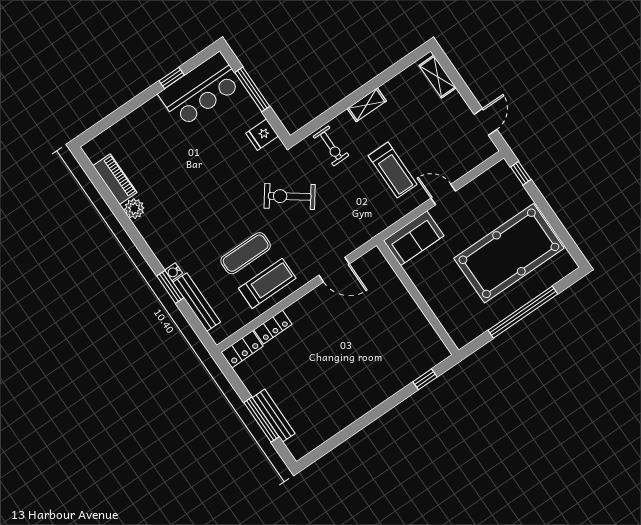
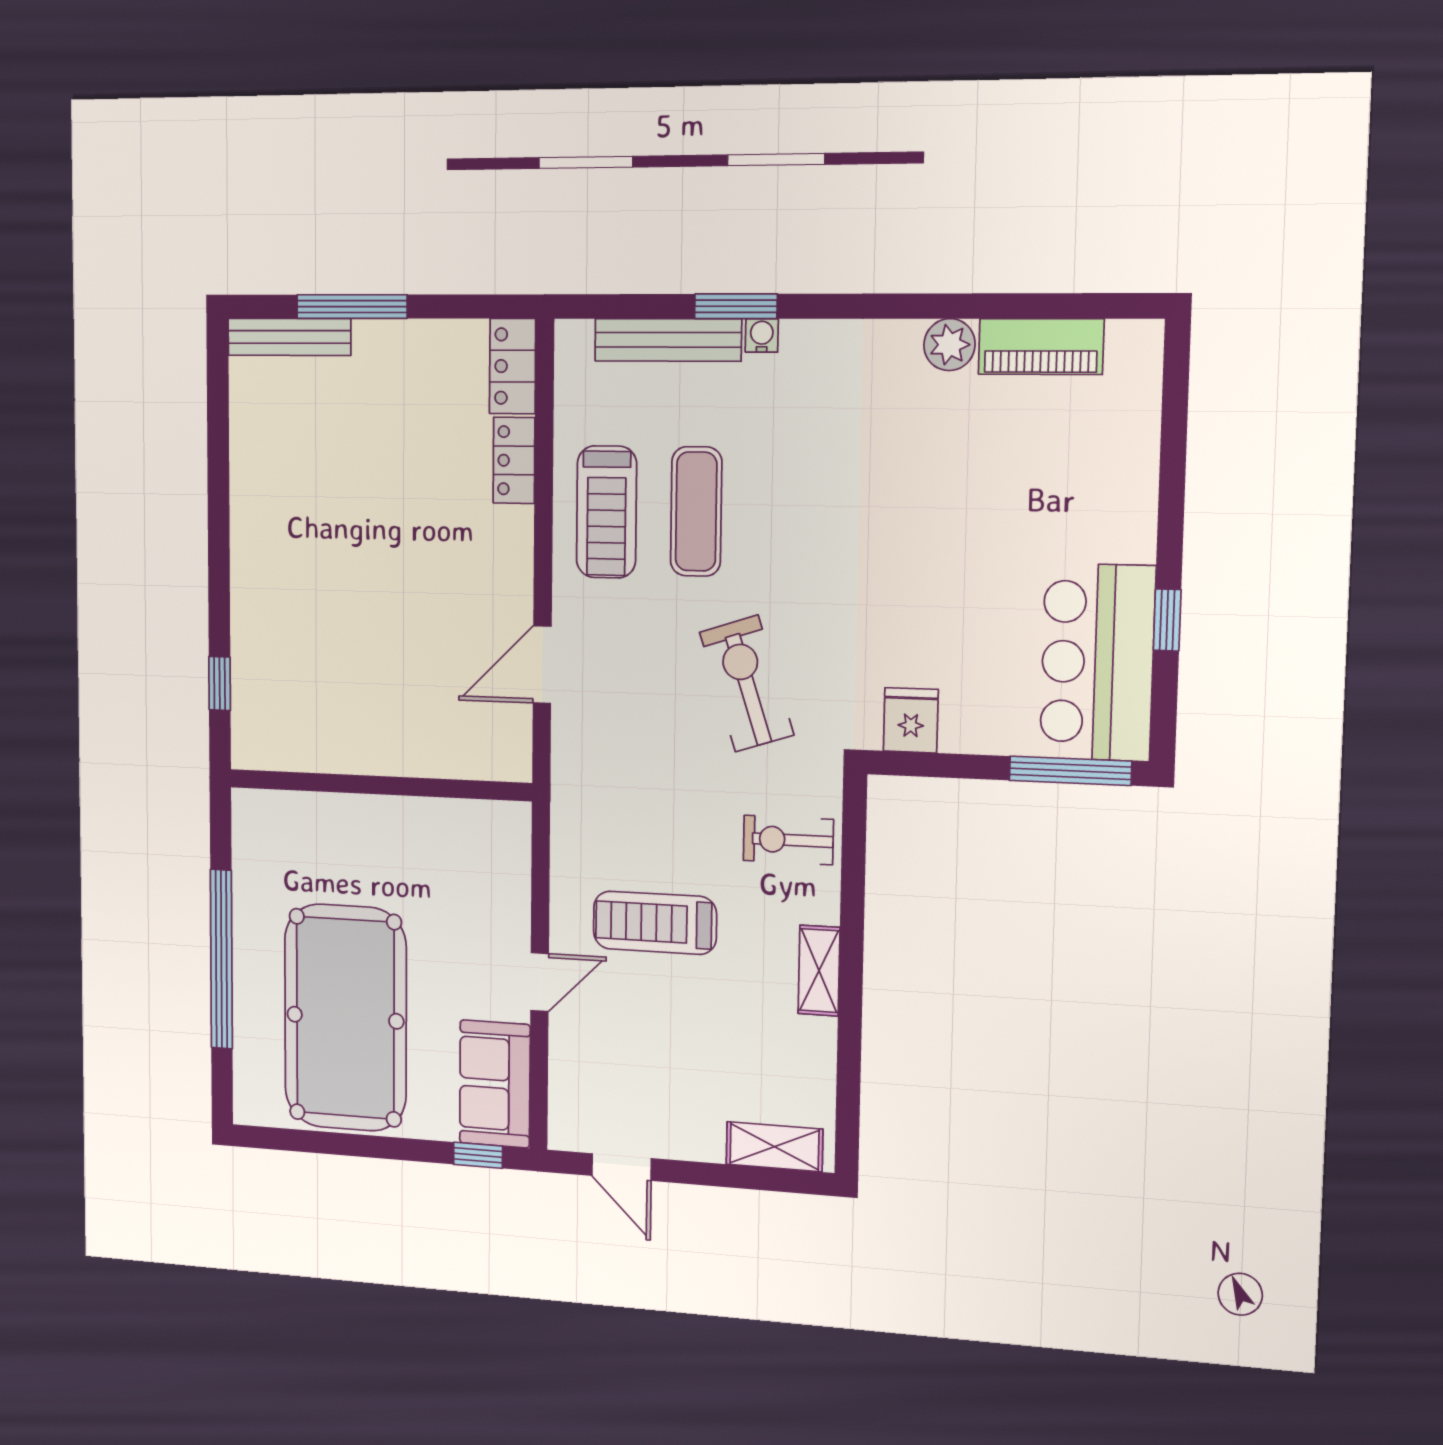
window: (252, 89) -> (1070, 771), moved
exercise bike: (290, 196) -> (747, 684), turned -54
sofa: (414, 238) -> (495, 1084), moved
bench: (274, 416) -> (289, 337), moved

